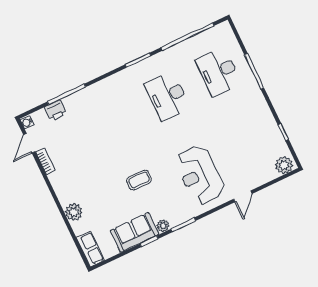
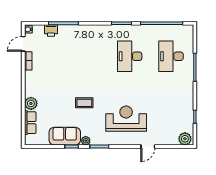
reception desk: (200, 175) -> (126, 119), turned 90
row of seats: (90, 249) -> (30, 123), moved

